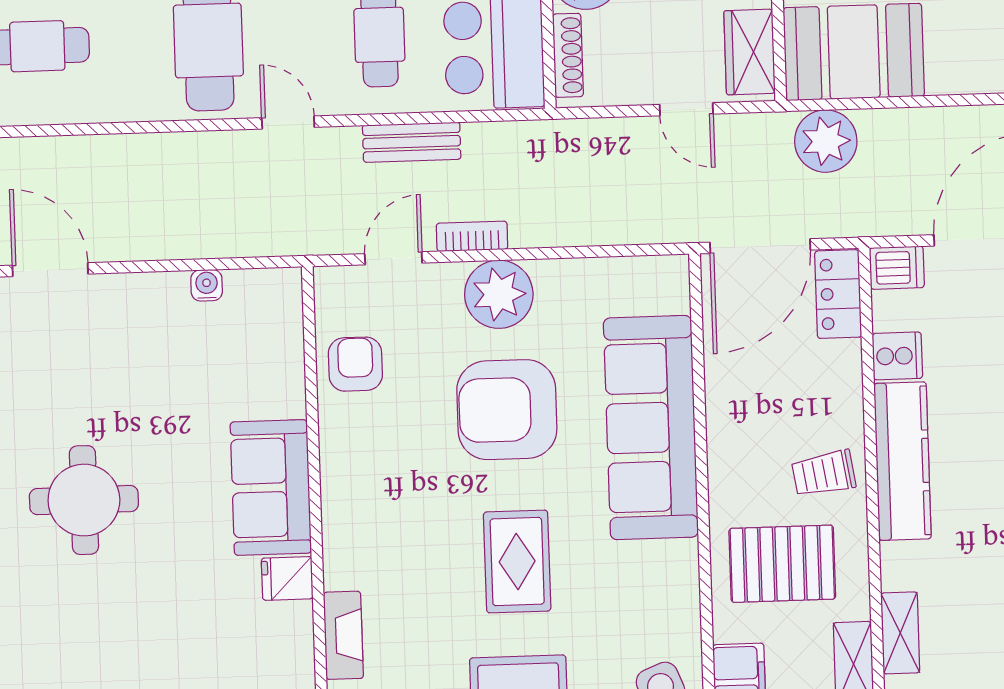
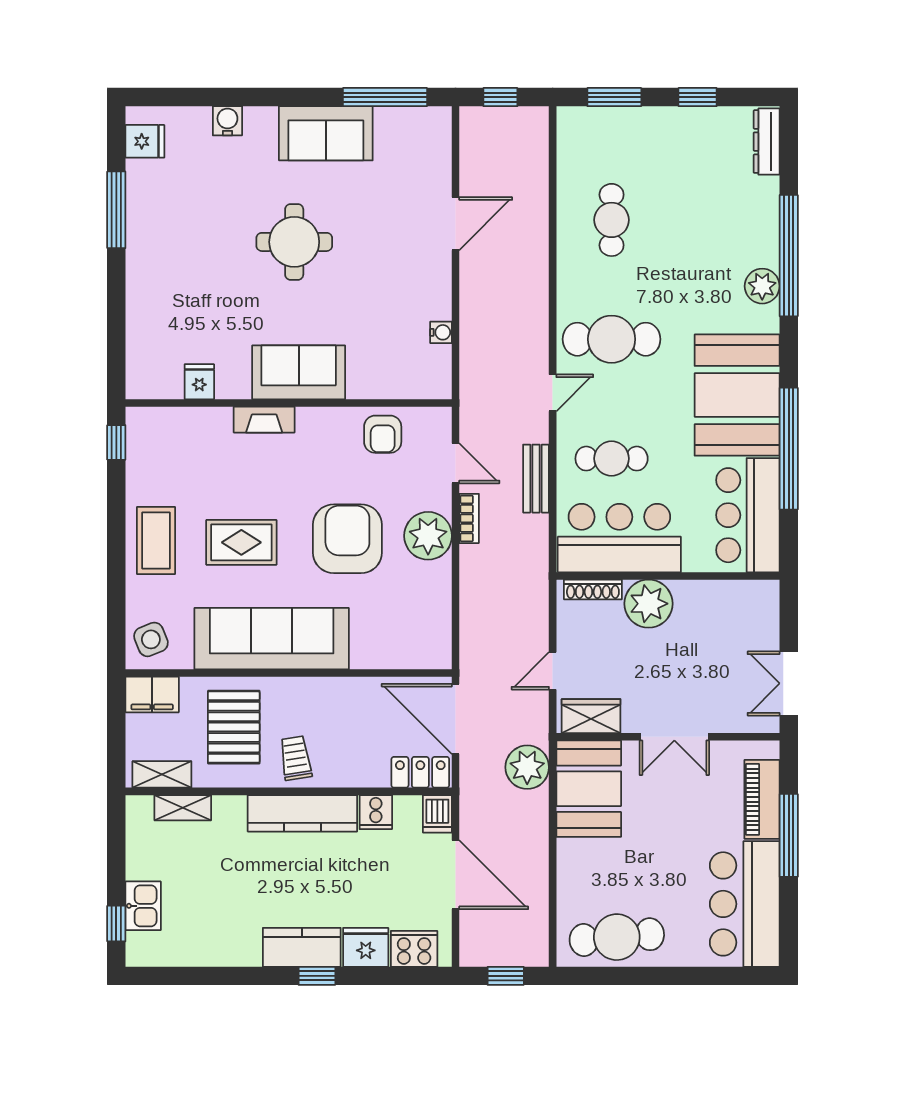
armchair: (355, 364) -> (383, 434), turned 90
sofa: (651, 428) -> (272, 639), moved
fridge: (287, 578) -> (199, 382), moved
fireplace: (343, 635) -> (264, 420), moved

